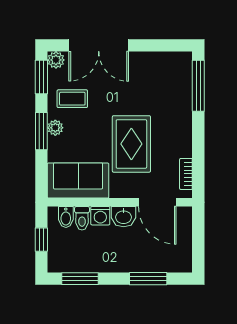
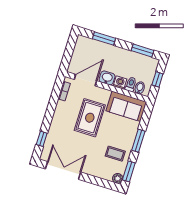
double door: (99, 45) -> (63, 170), moved
window: (198, 86) -> (42, 139), width x0.46
plant: (55, 128) -> (130, 140), removed
door: (157, 202) -> (85, 80), hinge flipped

